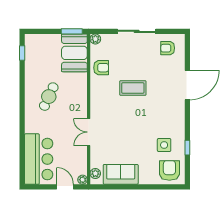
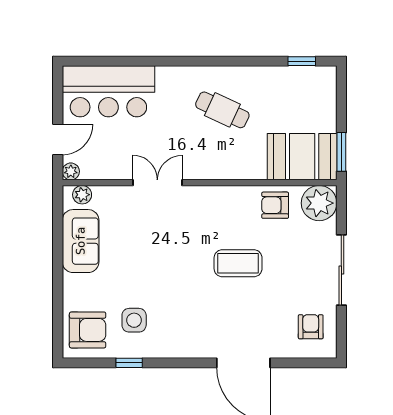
plant: (95, 39) -> (319, 203), width x1.88, depth x1.88
armchair: (101, 68) -> (275, 205), turned 90
coffee table: (133, 88) -> (238, 263), turned 90

